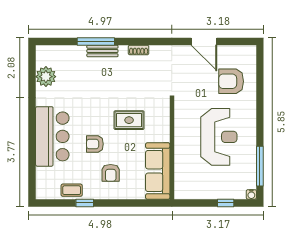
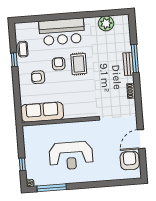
armchair: (231, 81) -> (130, 161), moved
rug: (129, 120) -> (79, 64), moved

